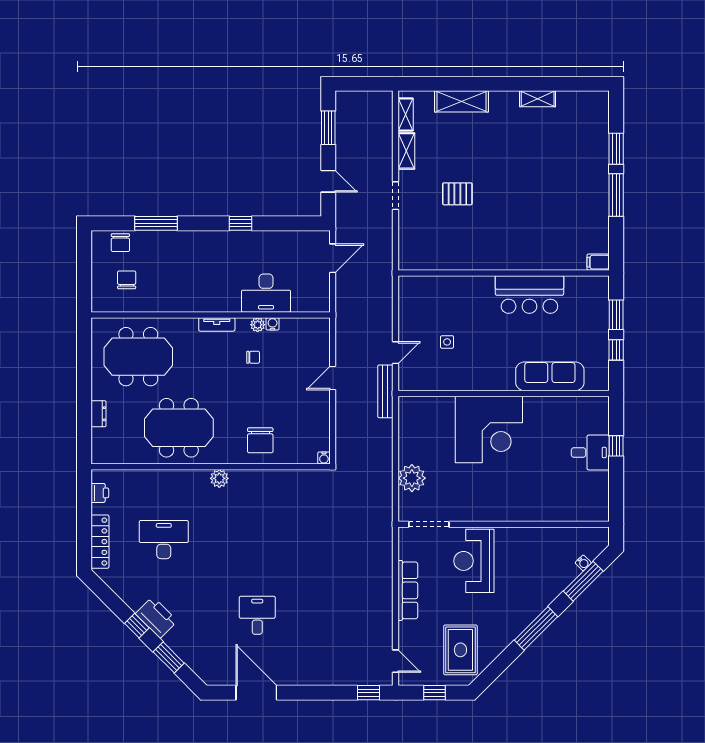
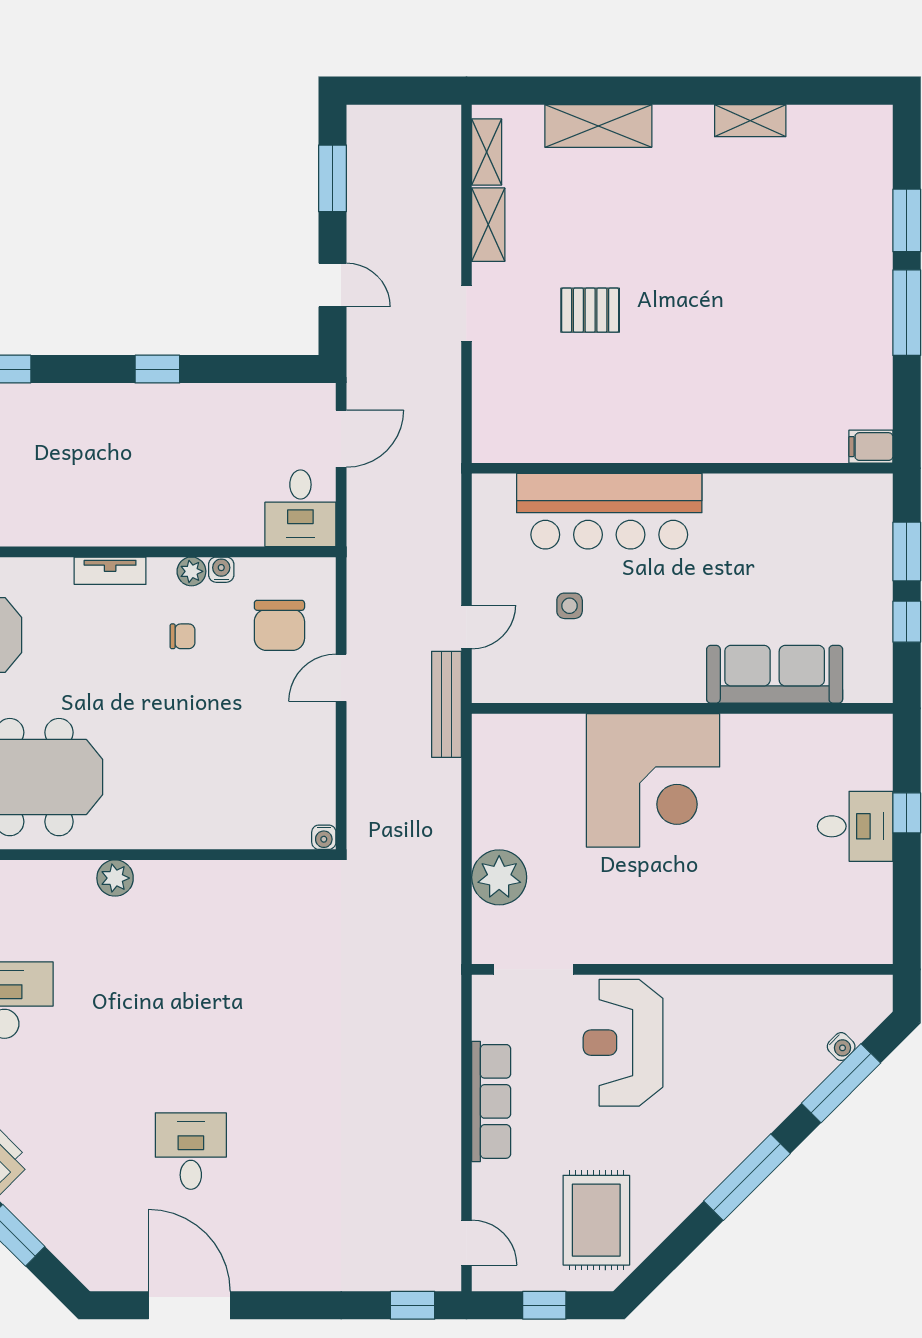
desk: (266, 293) -> (300, 508), moved, width x0.73
bar counter: (529, 295) -> (609, 511), moved, width x1.36
chair: (260, 440) -> (279, 625), moved

